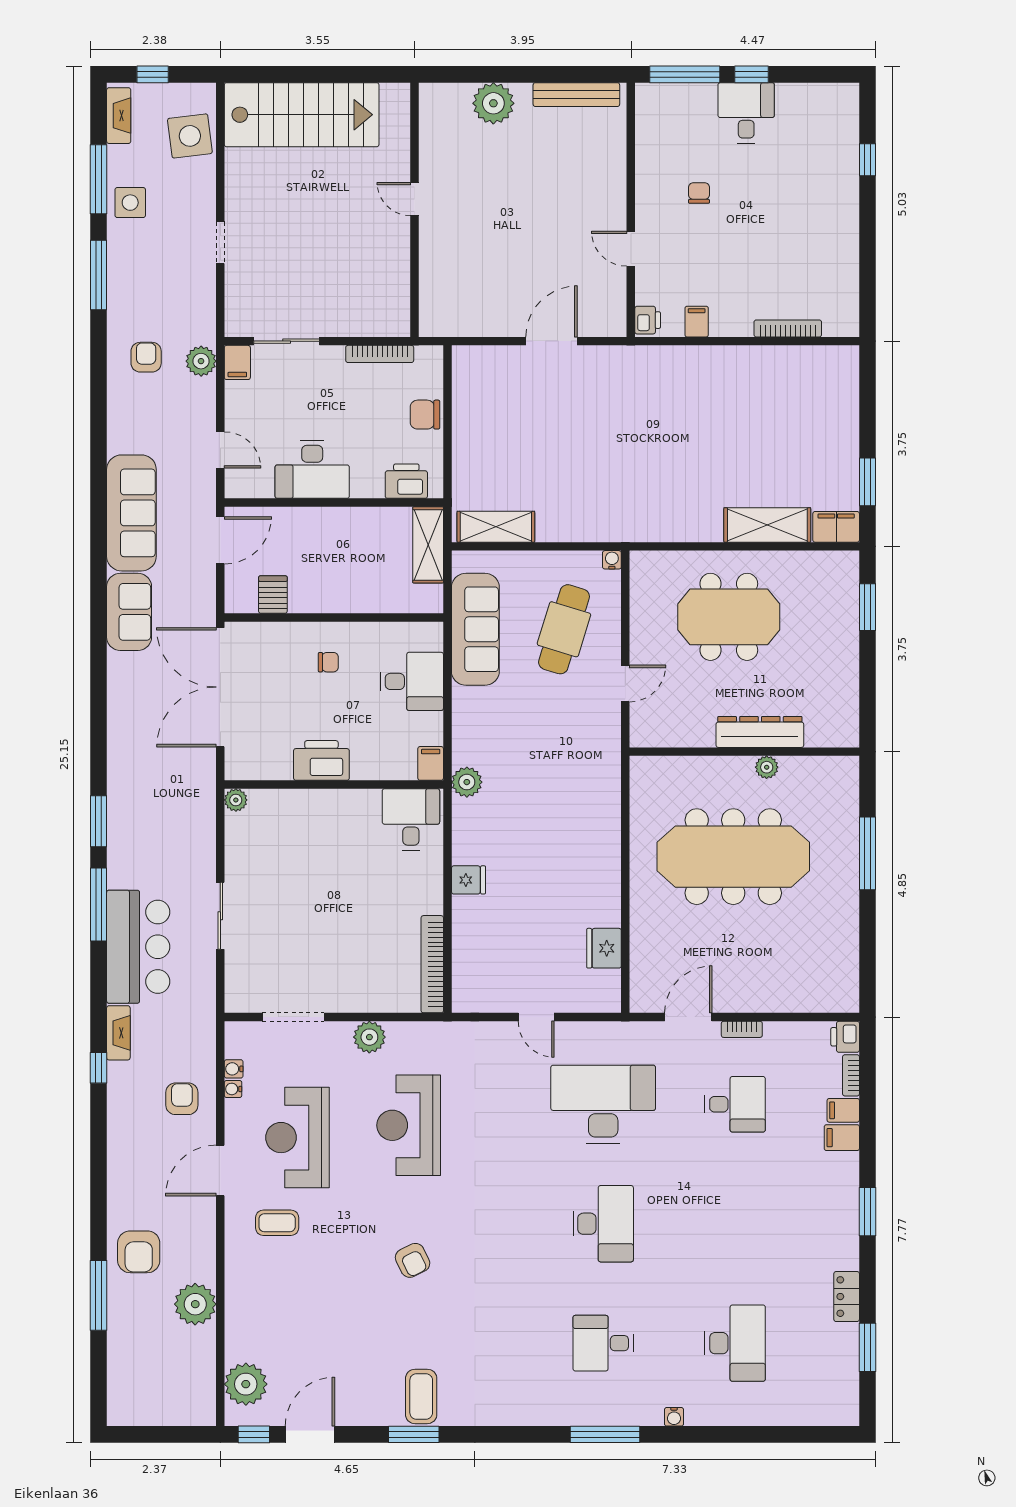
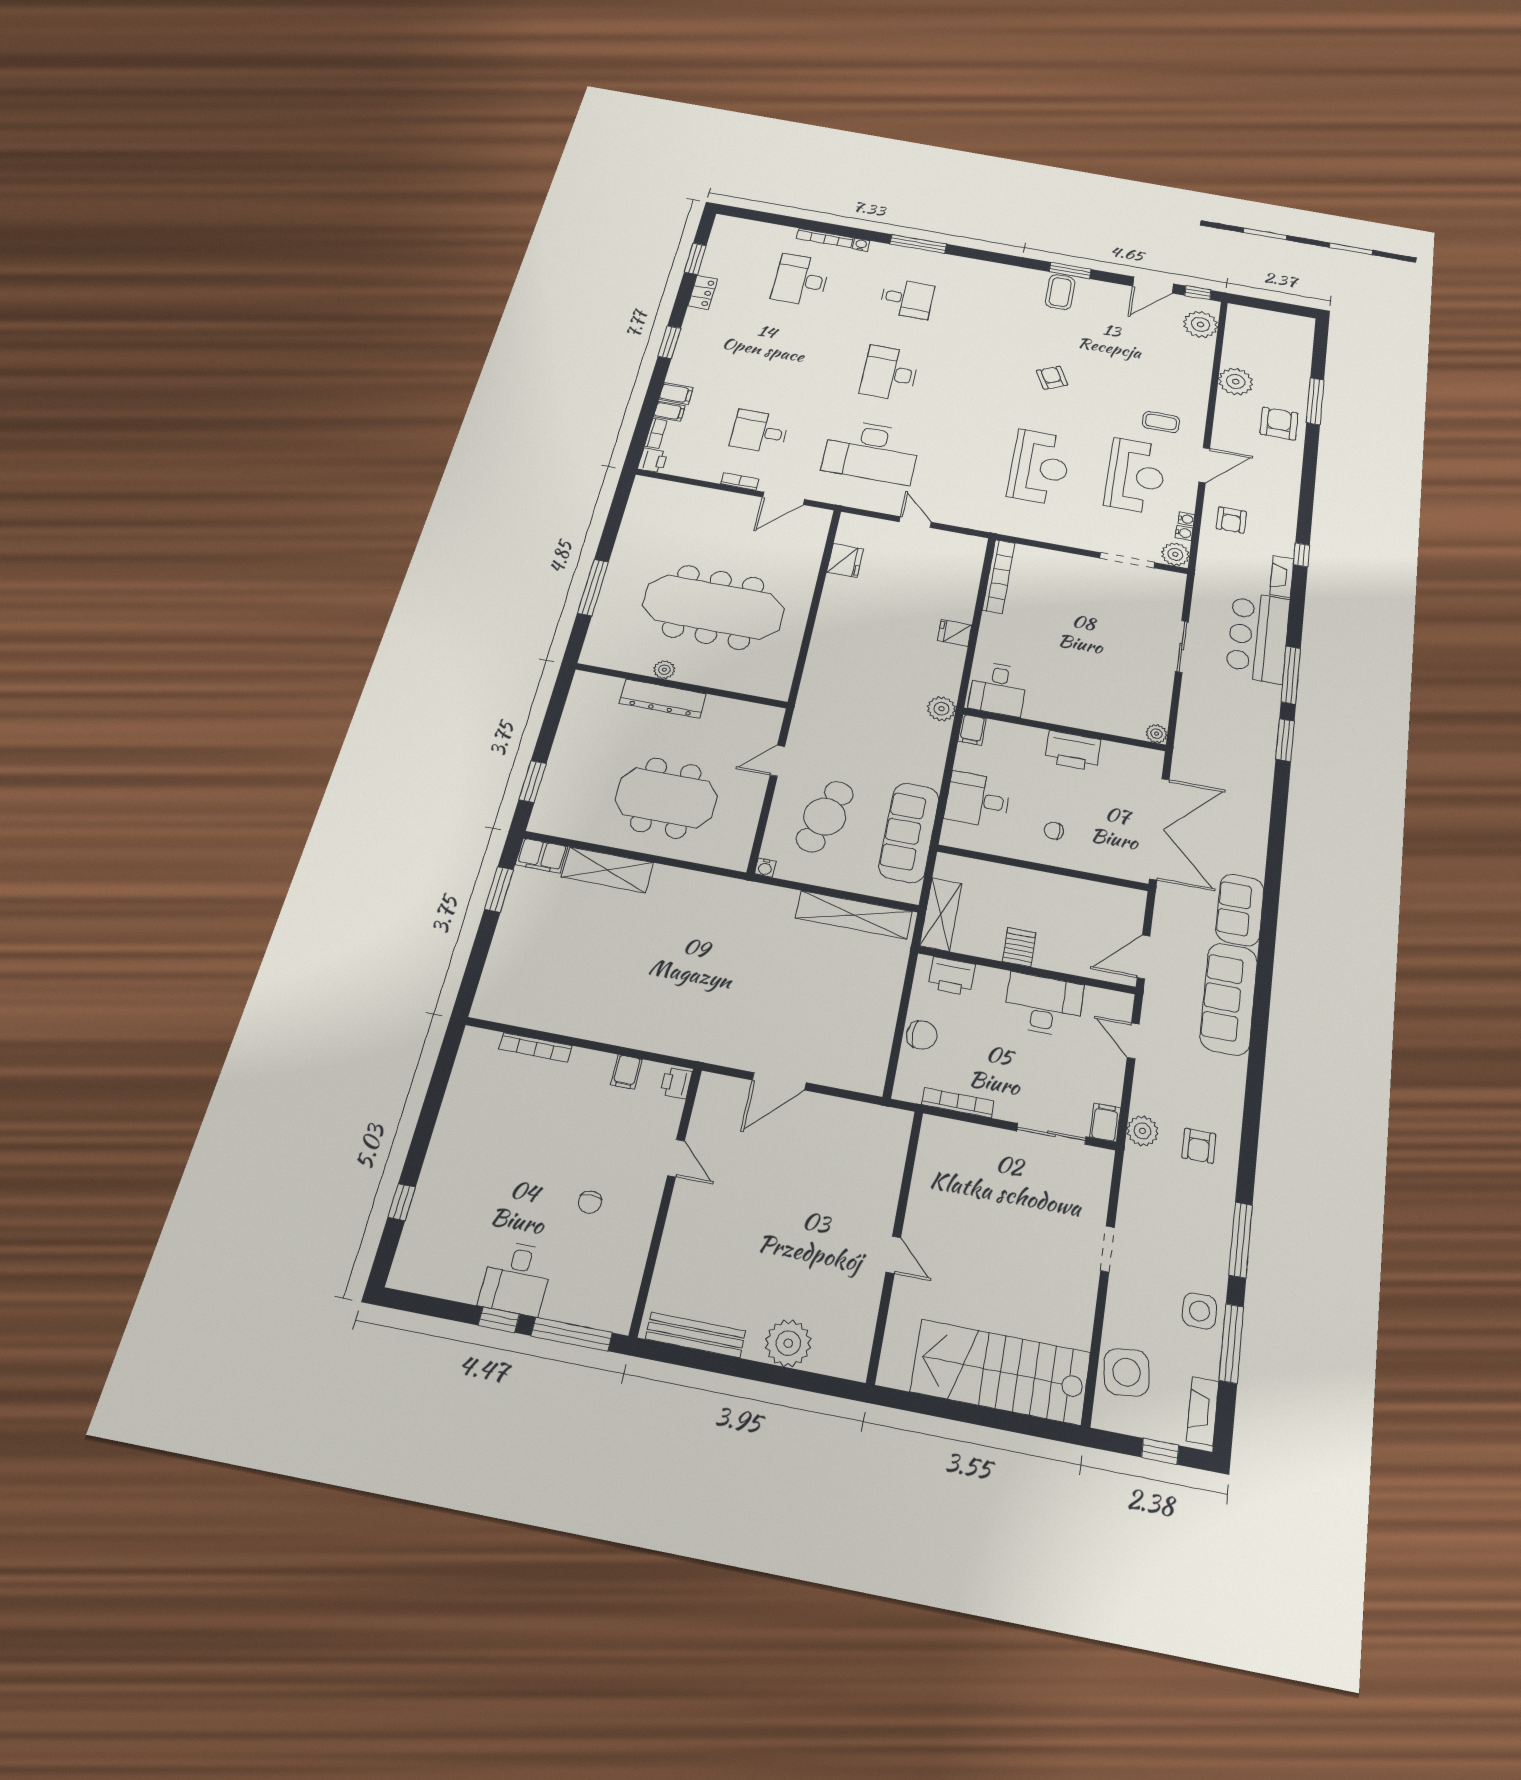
shelving: (496, 527) -> (854, 915), width x1.47
server rack: (273, 595) -> (1019, 947), moved, turned 180
plant: (369, 1037) -> (1175, 554), moved
bookcase: (720, 1417) -> (825, 238), added

